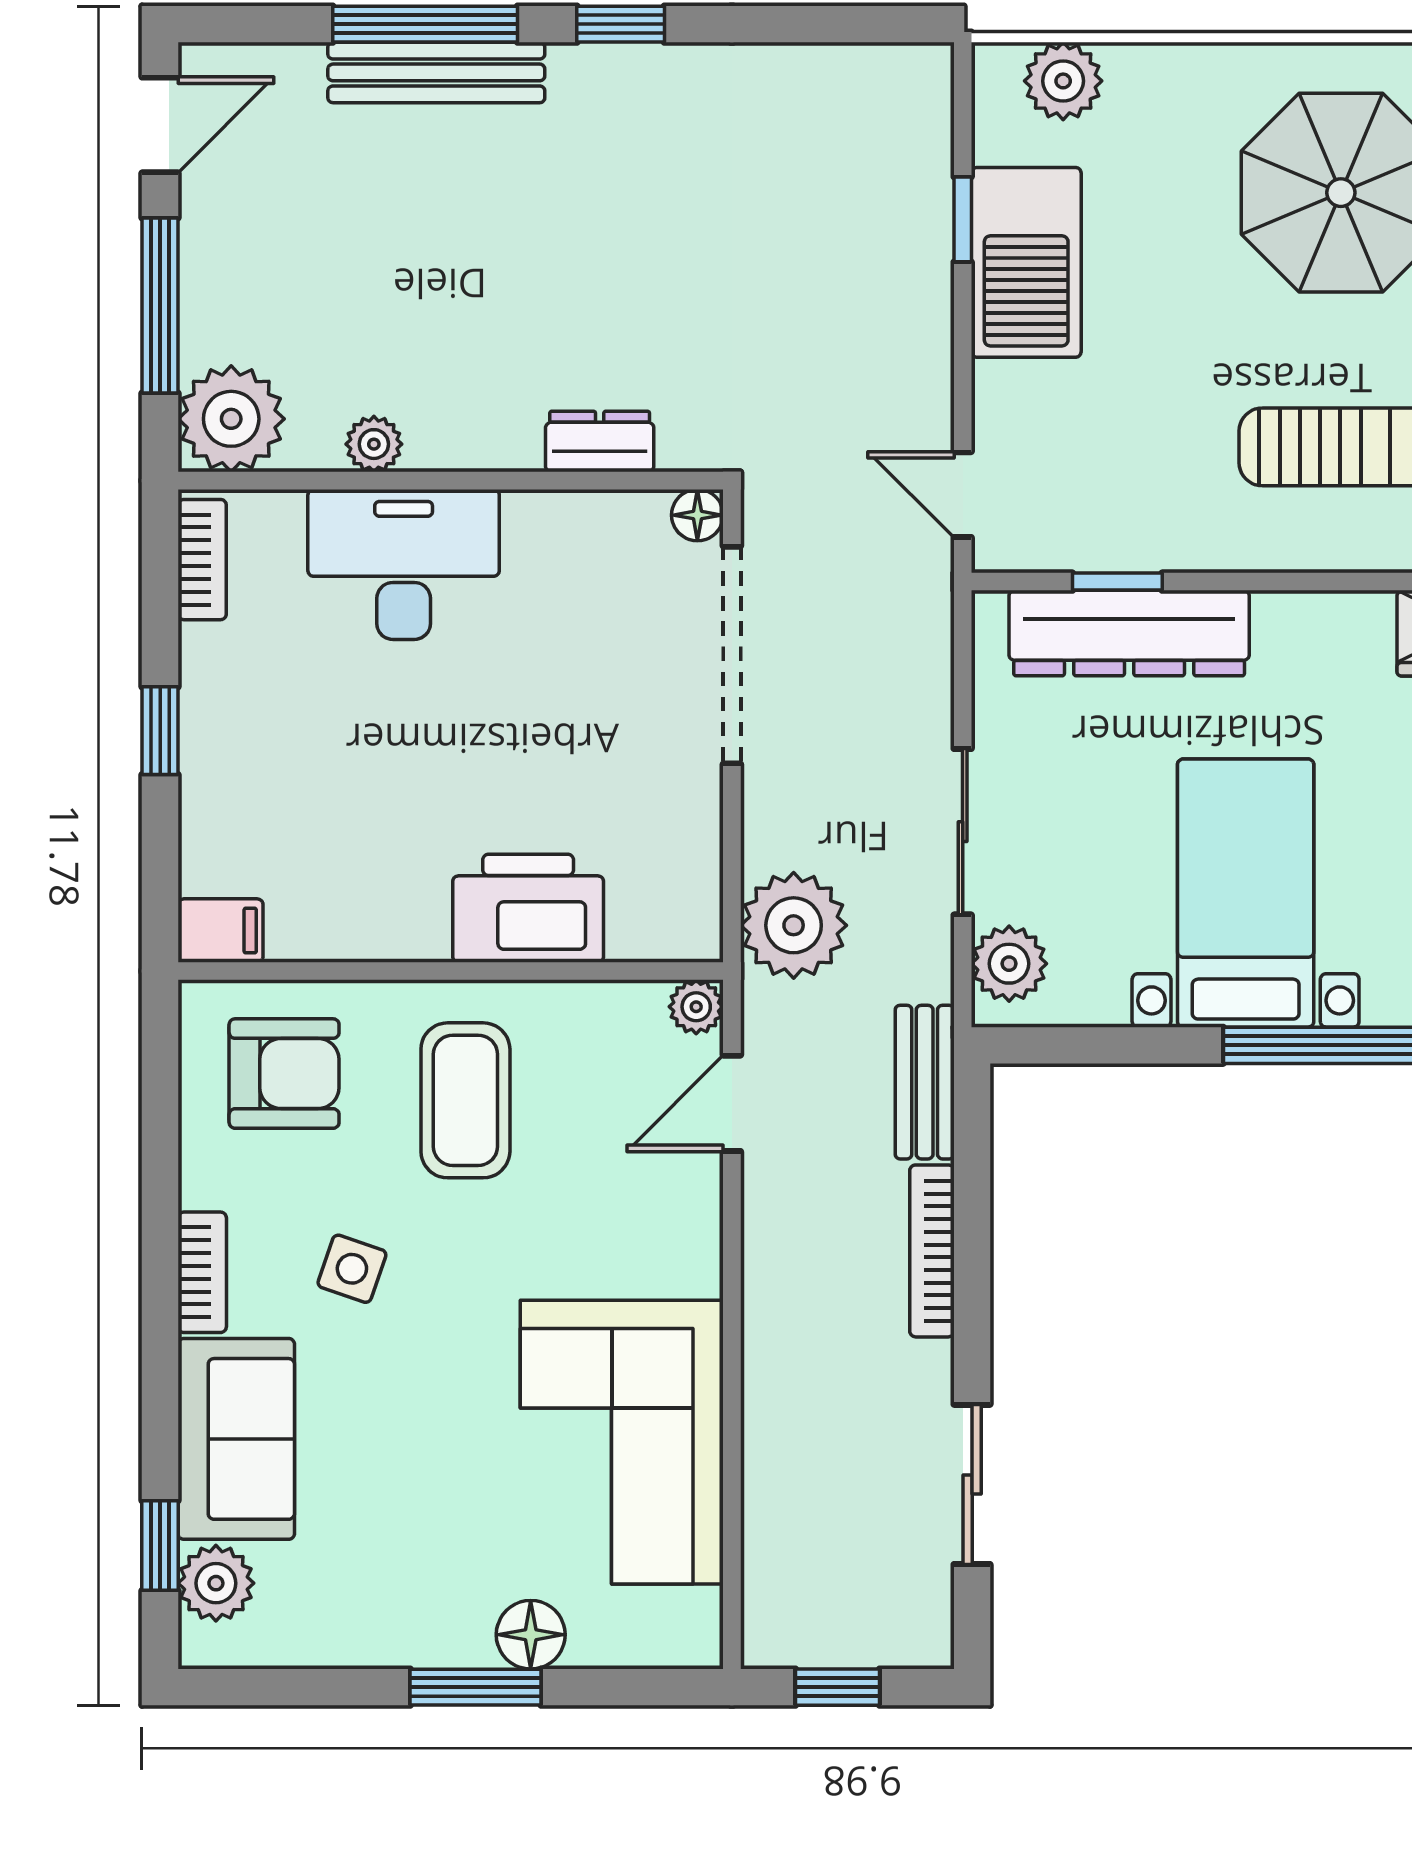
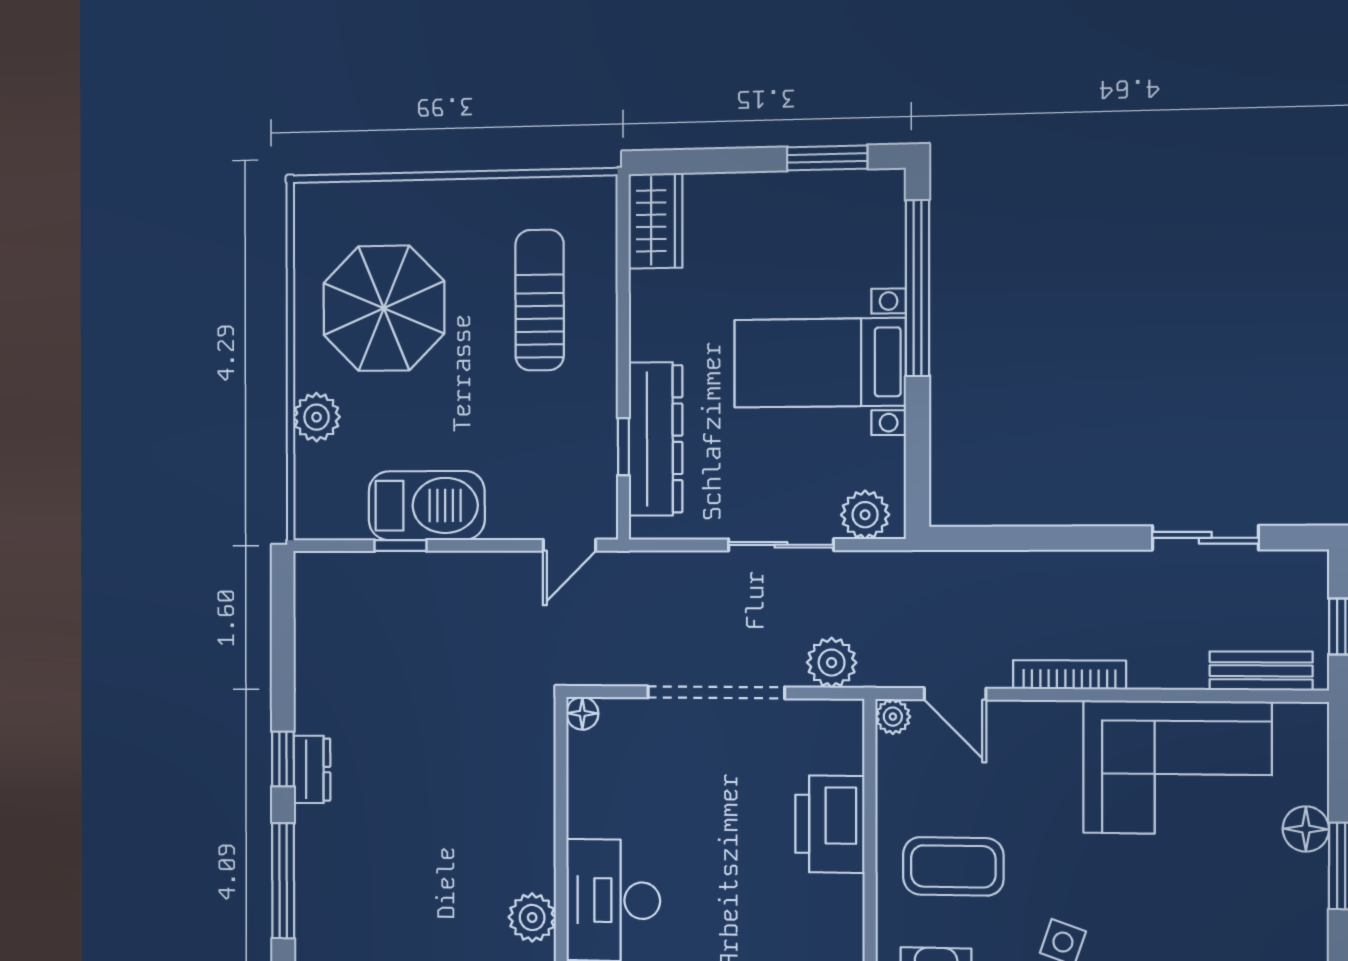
bench: (436, 72) -> (312, 874), removed
plant: (1063, 81) -> (317, 417), moved
dresser: (600, 442) -> (312, 769), moved, turned 180
plant: (374, 444) -> (532, 917), width x1.38, depth x1.38
doorway: (732, 655) -> (716, 692), moved
plant: (794, 925) -> (832, 663), width x0.73, depth x0.73
bench: (925, 1082) -> (1261, 671), moved
bookcase: (932, 1251) -> (1069, 675), moved, turned 180

